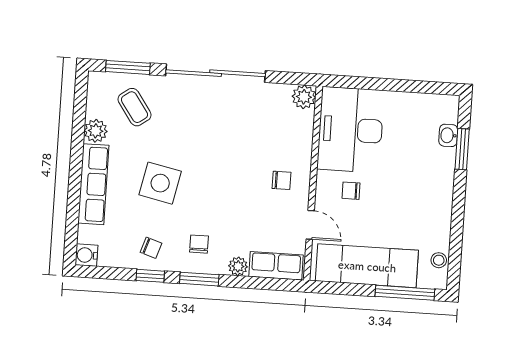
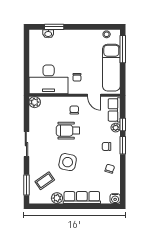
sliding door: (216, 73) -> (26, 144), width x0.54
wheelchair: (238, 164) -> (68, 131), added
side table: (160, 183) -> (68, 162), moved
door: (310, 225) -> (94, 95), swing flipped
window: (150, 276) -> (123, 124), moved

